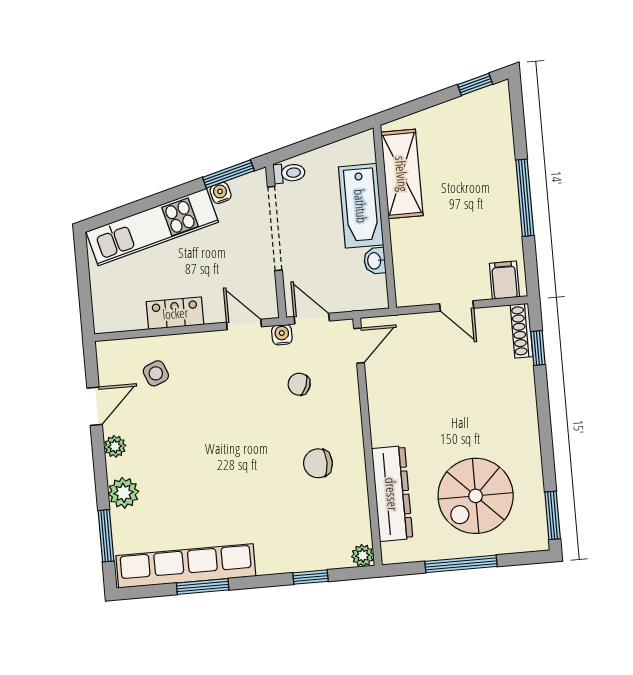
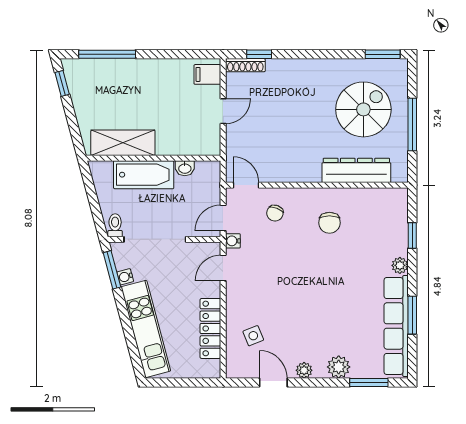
window: (525, 198) -> (107, 54), moved
locker: (175, 313) -> (210, 328), width x1.53
chair: (299, 384) -> (275, 213), moved
spiral stairs: (476, 496) -> (363, 109), turned -90
plant: (363, 556) -> (400, 265), moved

